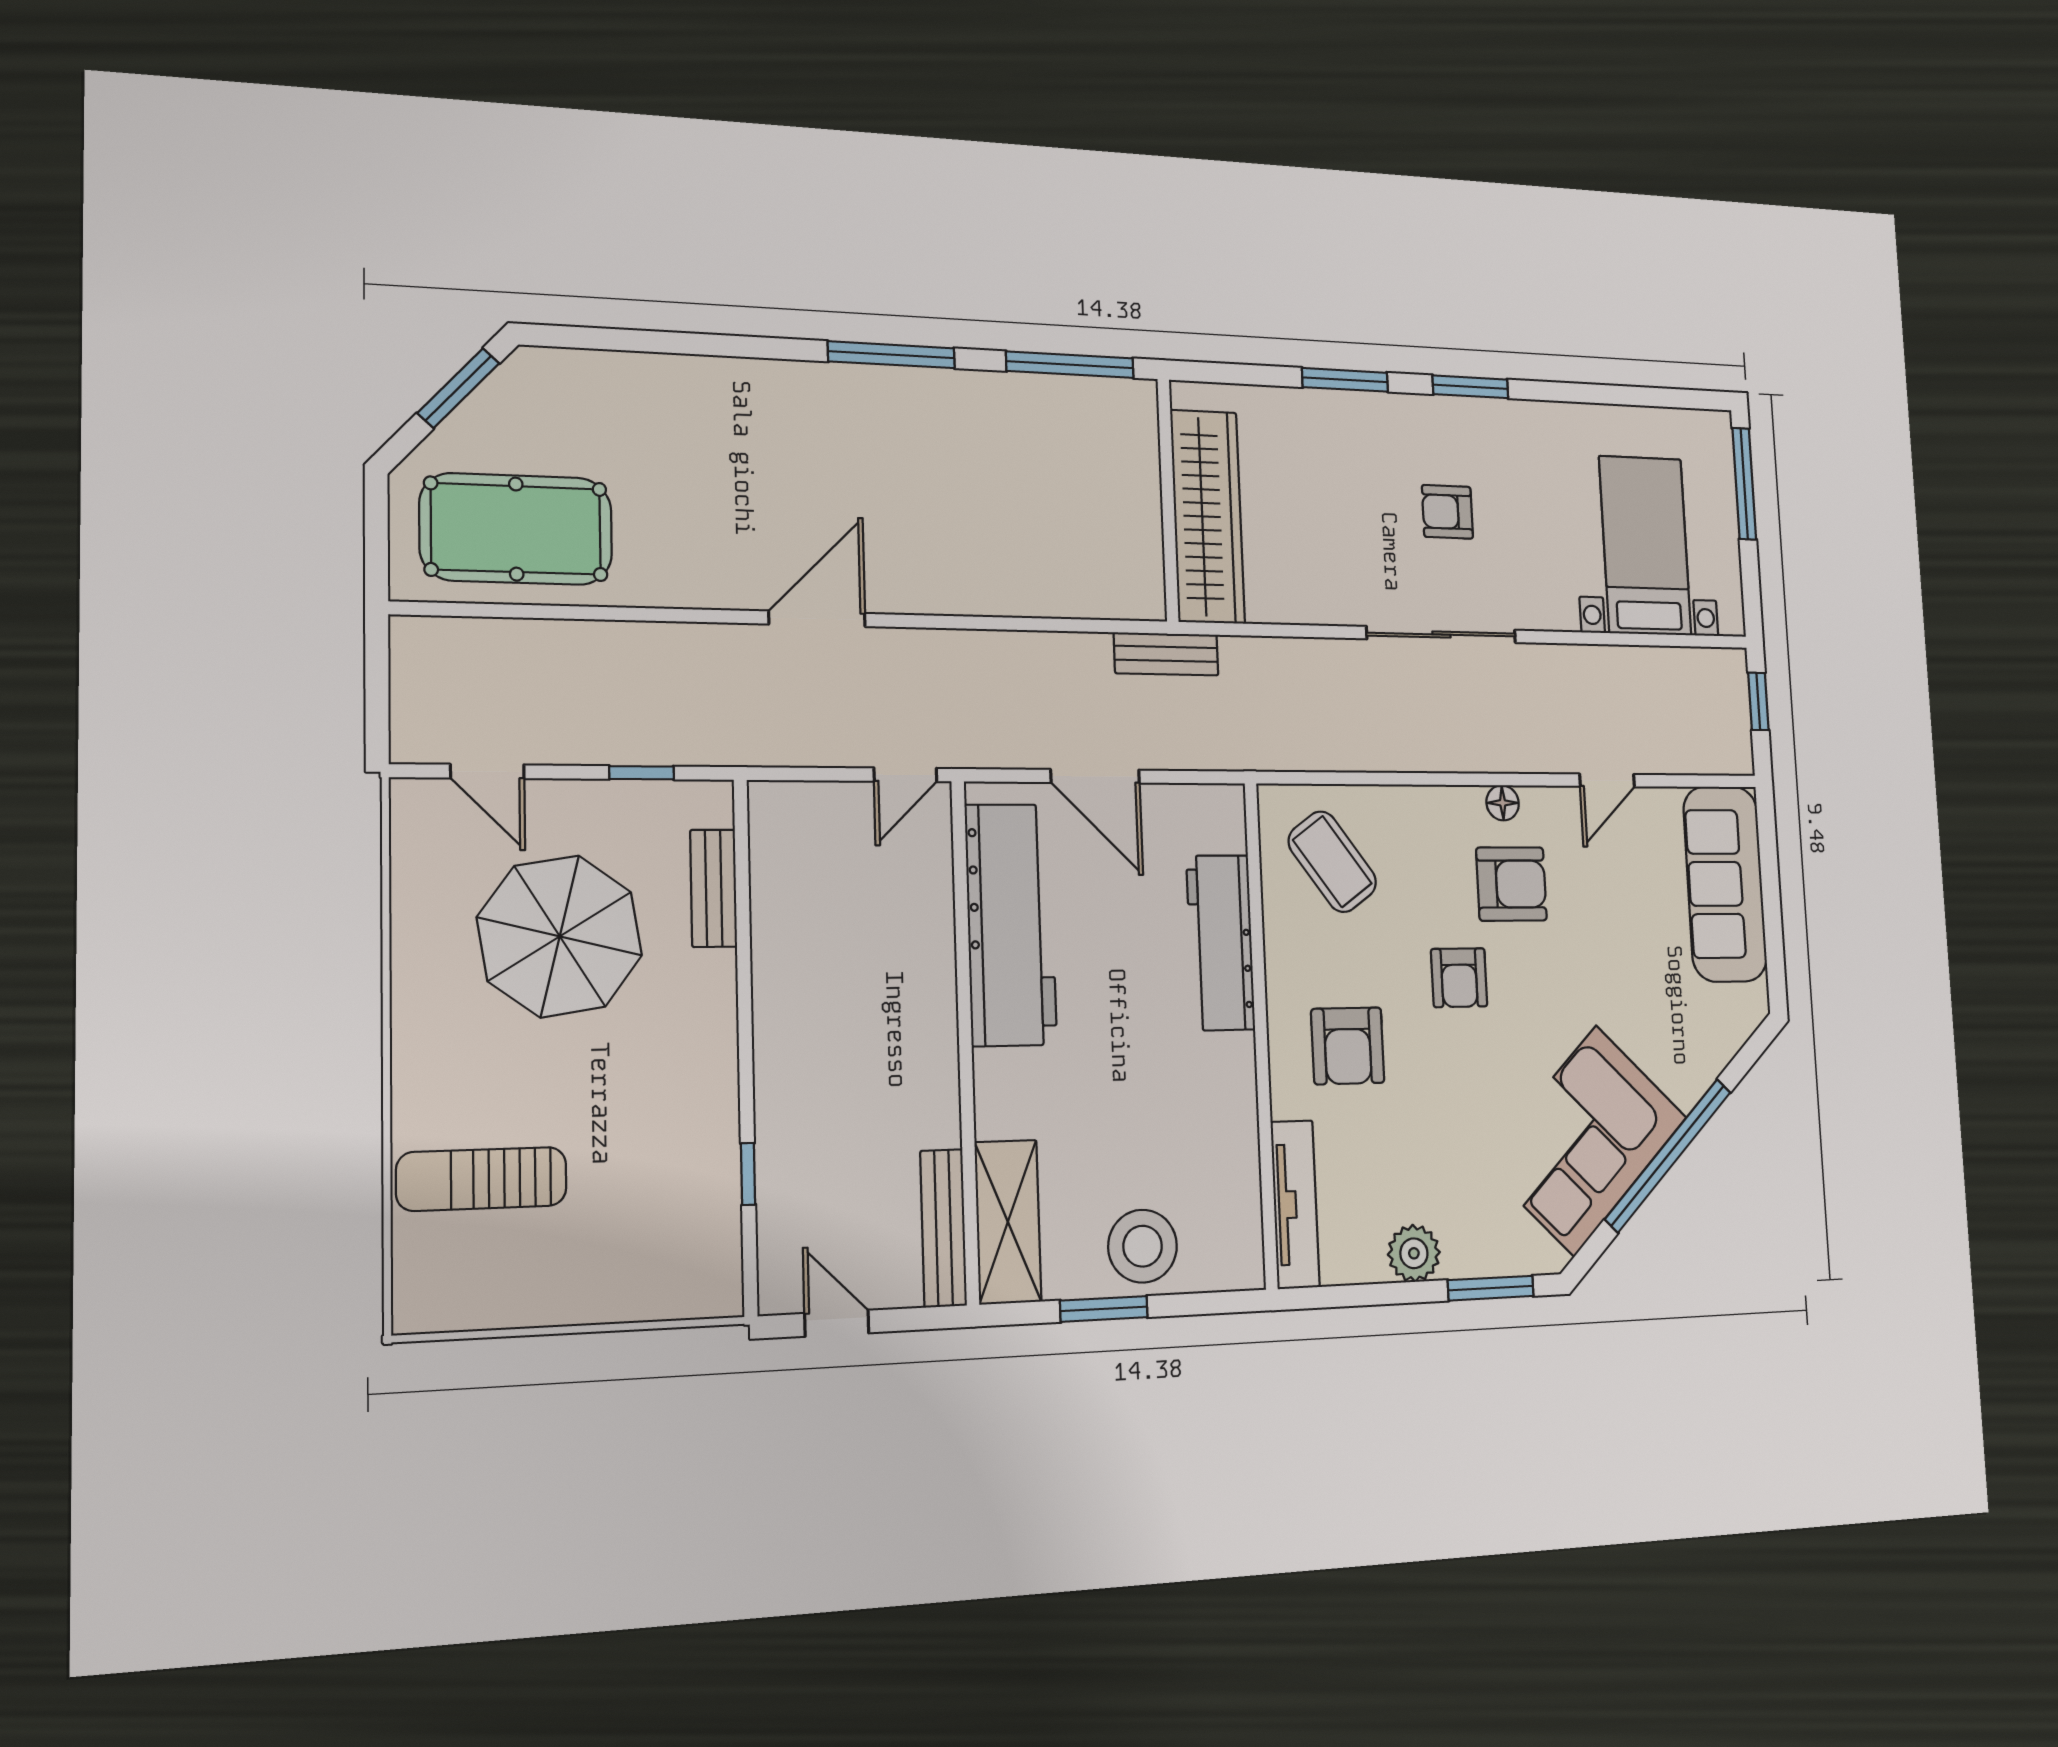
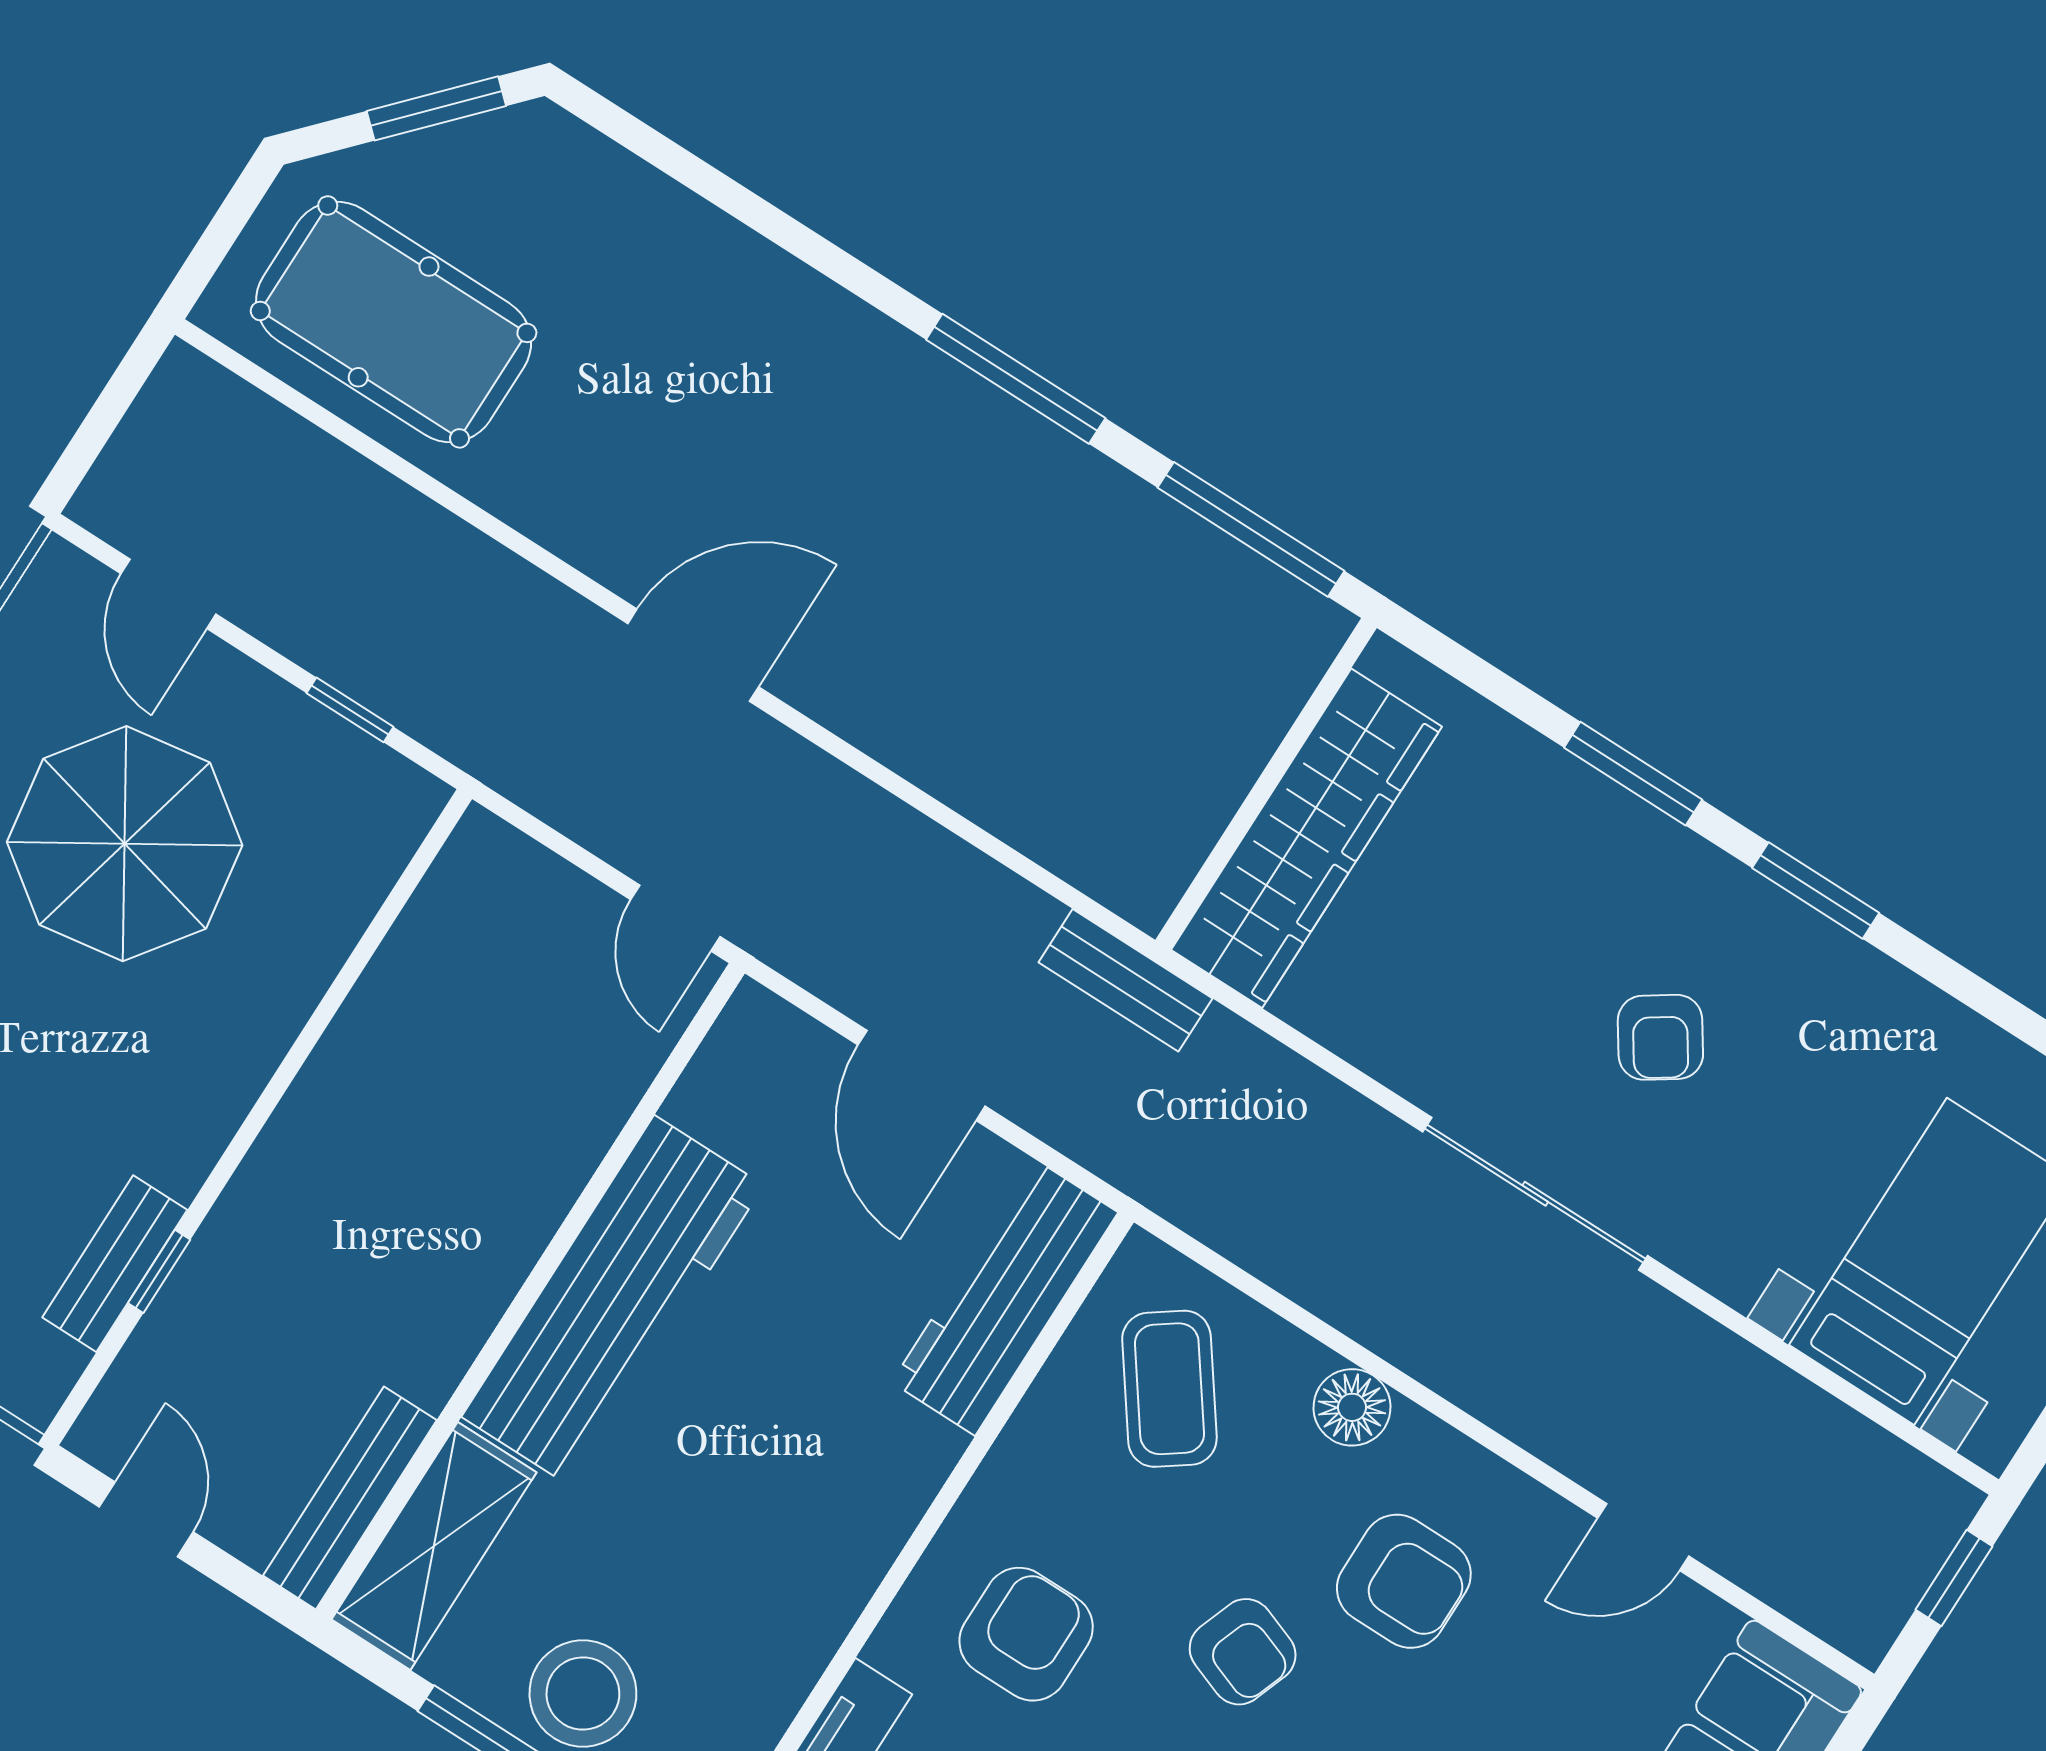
armchair: (1447, 512) -> (1660, 1037), turned -124
door: (905, 775) -> (675, 918), hinge flipped
floor lamp: (1503, 803) -> (1352, 1407), moved, width x1.37, depth x1.37
bench: (714, 888) -> (115, 1264), moved
workbench: (1011, 925) -> (613, 1301), moved
workbench: (1221, 943) -> (1005, 1297), moved
armchair: (1459, 978) -> (1243, 1652), turned -70
armchair: (1348, 1046) -> (1026, 1634), turned 180

